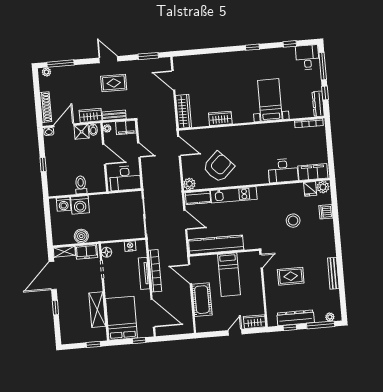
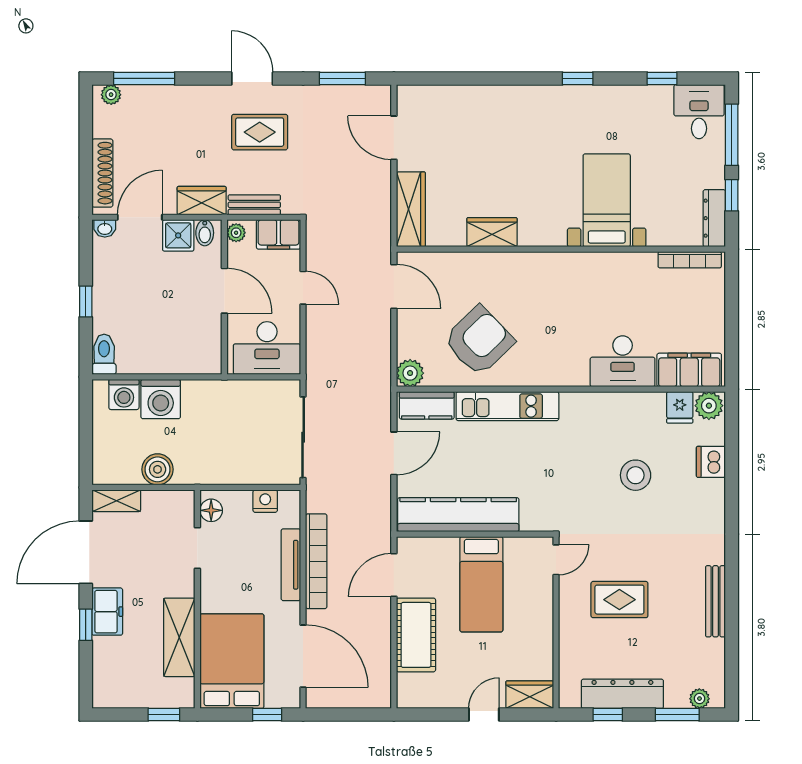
toilet: (81, 185) -> (104, 354), moved
door: (185, 220) -> (394, 453), hinge flipped
freezer: (87, 252) -> (107, 612), moved, turned -90
door: (190, 274) -> (394, 575), hinge flipped
window: (321, 325) -> (677, 715), width x0.69

